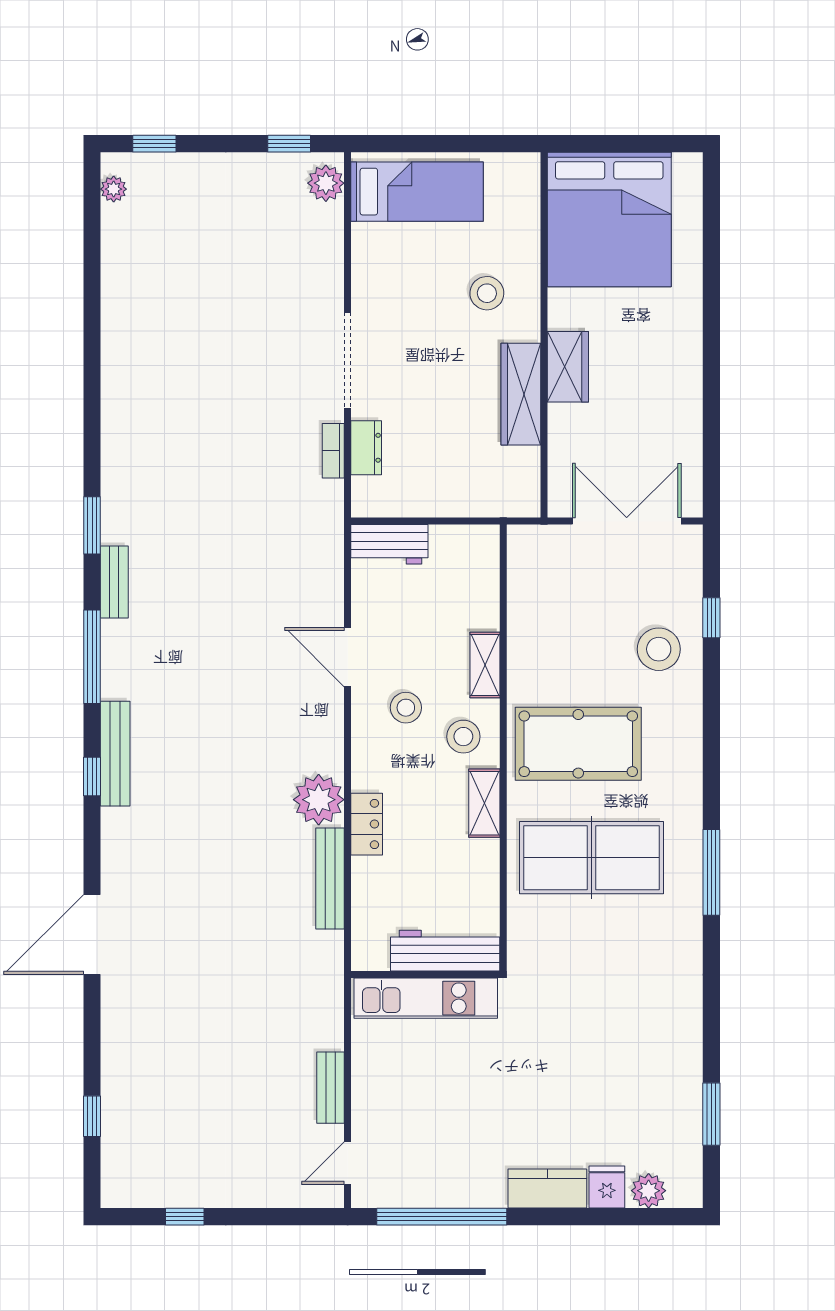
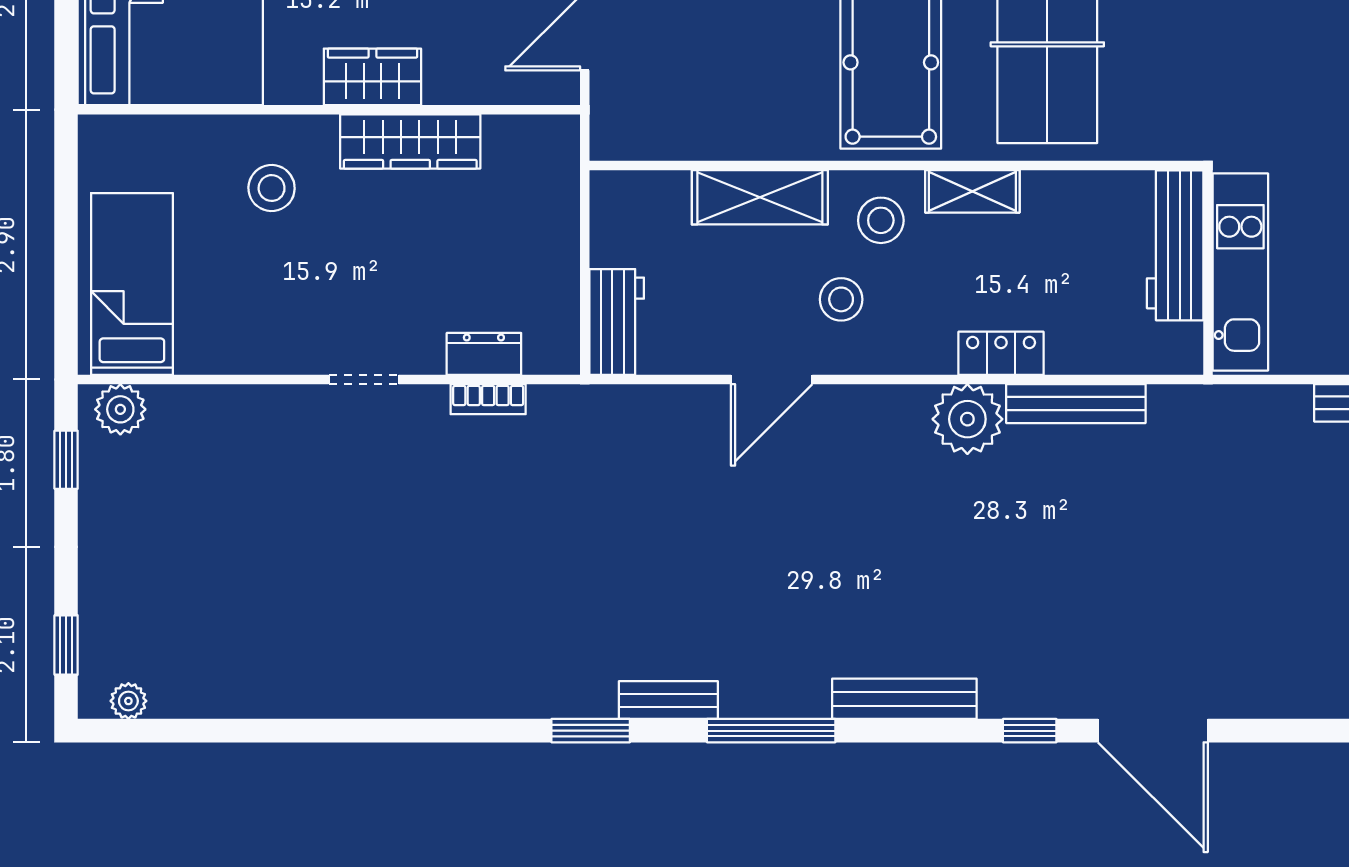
doorway: (348, 360) -> (364, 379), width x0.53
shelving: (485, 665) -> (760, 197), width x1.50, depth x1.33
window: (92, 777) -> (1030, 731), moved

